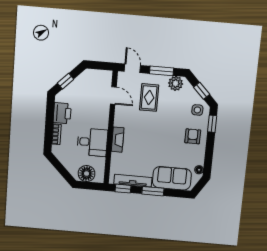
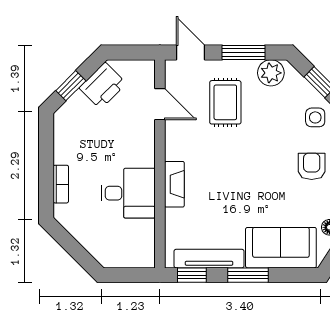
printer: (62, 113) -> (103, 86), moved, turned 45
floor lamp: (87, 174) -> (122, 253), removed

